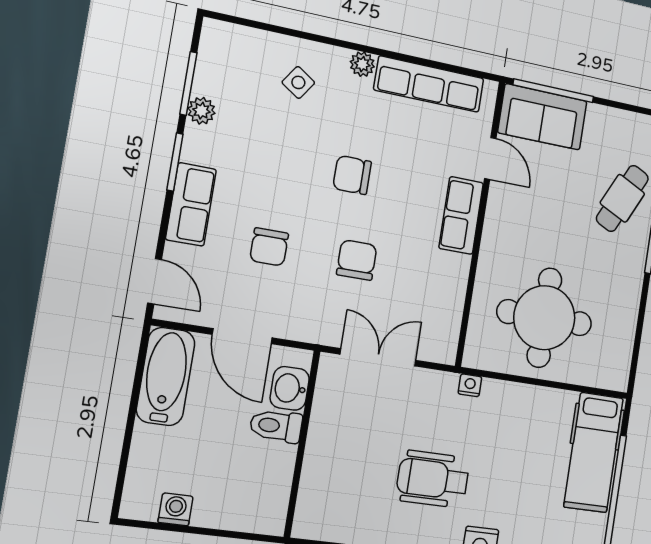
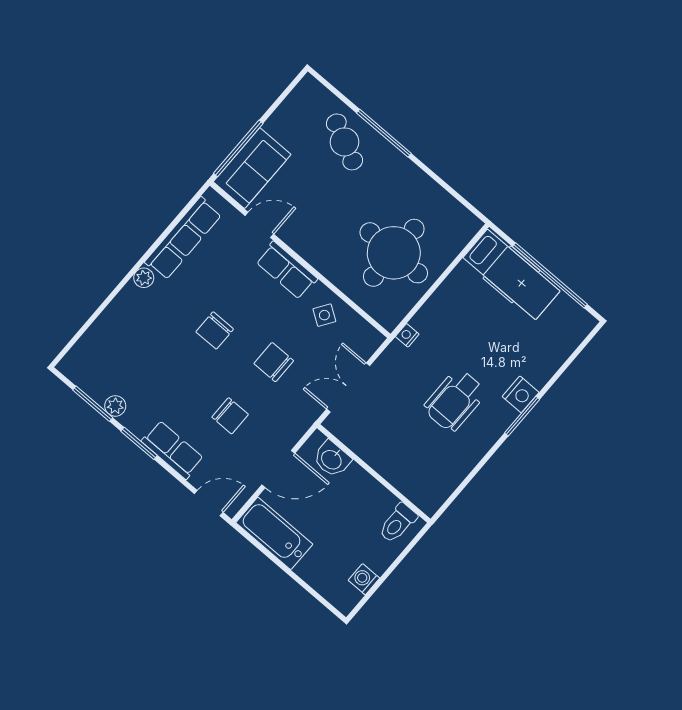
side table: (298, 82) -> (324, 315), moved
toilet: (276, 426) -> (398, 523), moved

